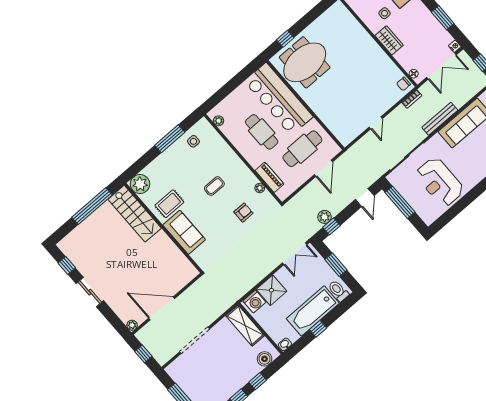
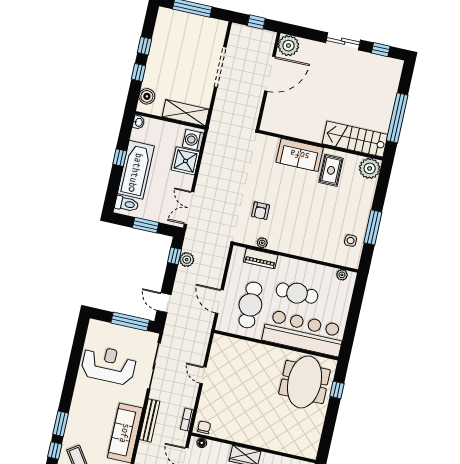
coffee table: (214, 186) -> (303, 215), removed
plant: (132, 325) -> (288, 46), width x1.87, depth x1.87

